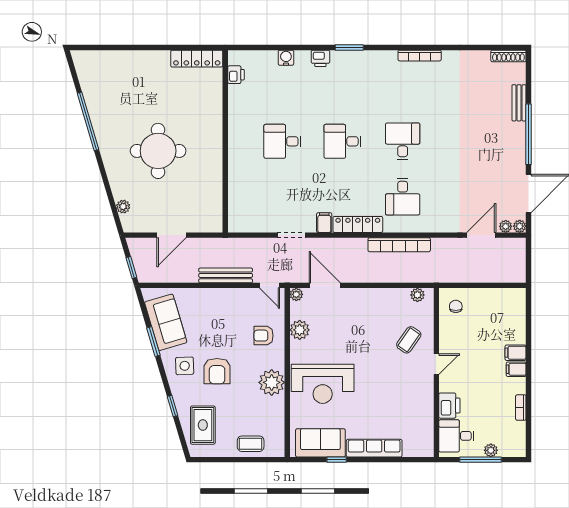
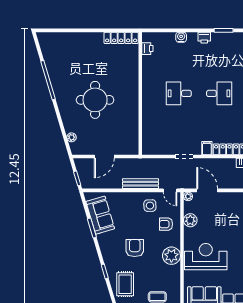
desk: (343, 141) -> (219, 93), turned 180
side table: (185, 366) -> (150, 206), moved
armchair: (217, 371) -> (135, 248), turned 180
reception desk: (323, 384) -> (206, 257), turned 180

